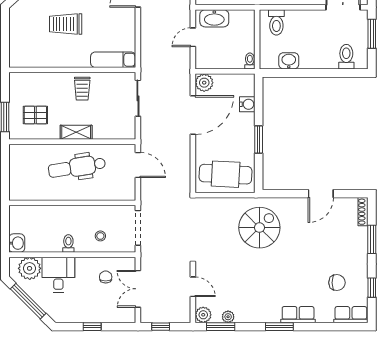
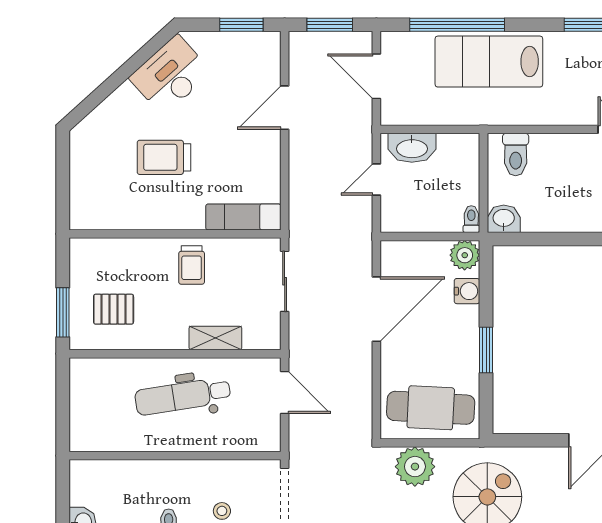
washbasin: (289, 61) -> (504, 219), moved
plant: (204, 83) -> (465, 255), moved
shelving: (76, 132) -> (215, 338), moved
plant: (216, 209) -> (415, 467), added

